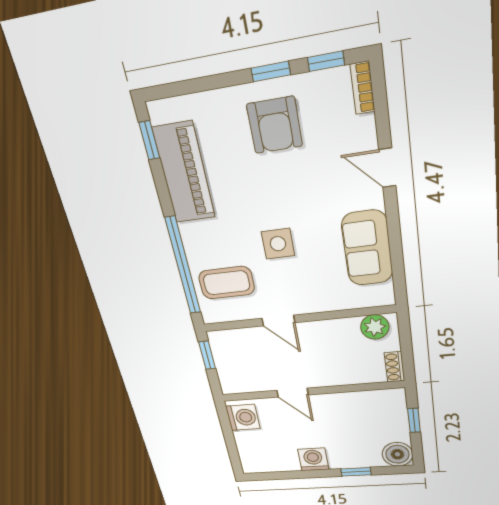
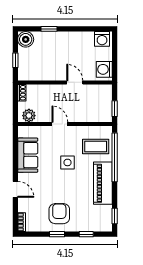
window: (326, 61) -> (86, 234), moved
piano: (184, 173) -> (103, 183), moved
door: (278, 320) -> (60, 124), moved
washing machine: (313, 459) -> (102, 39), moved

